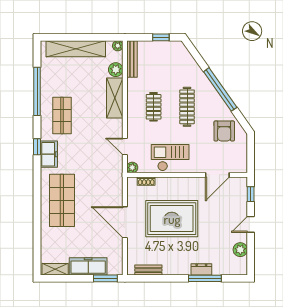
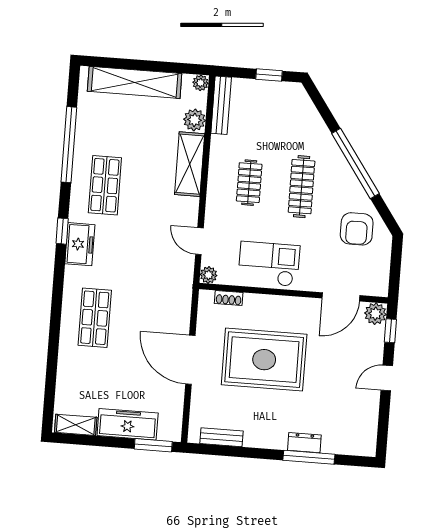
shop shelf: (62, 200) -> (95, 318), width x0.70, depth x0.74
plant: (240, 250) -> (375, 314), moved

